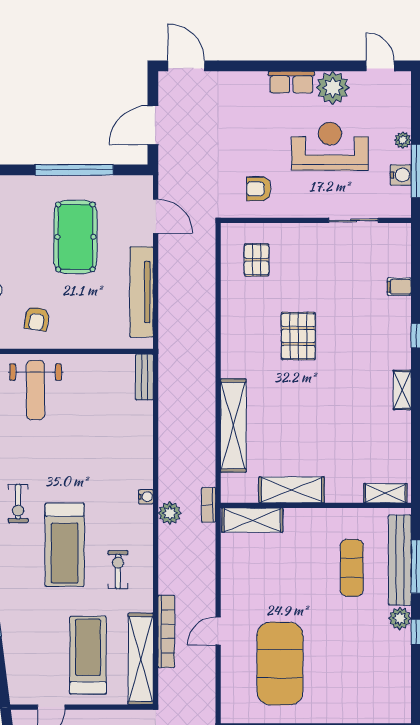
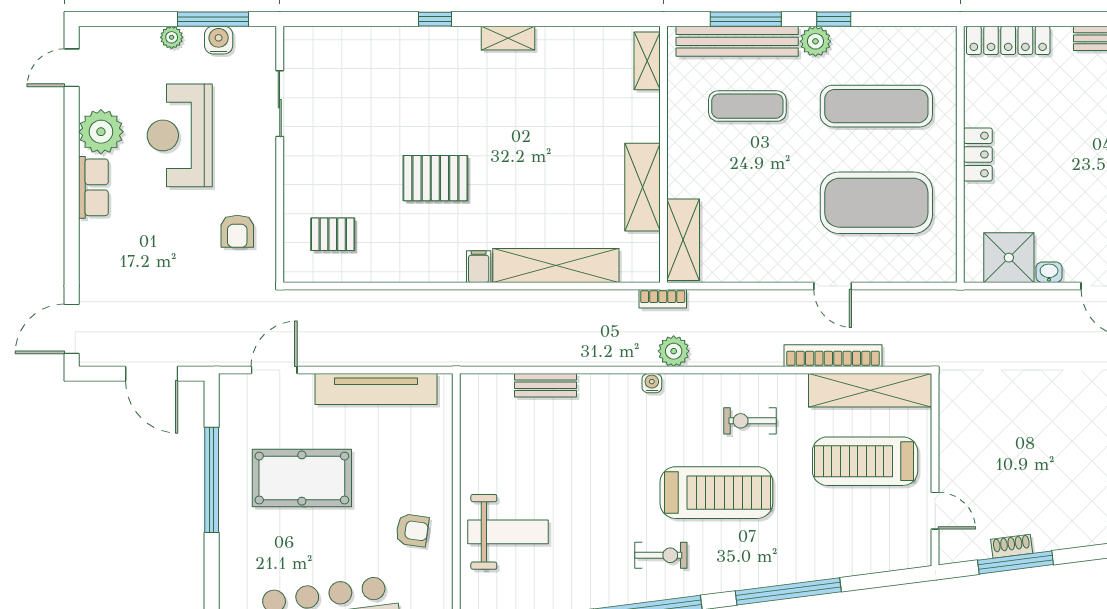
filing cabinet: (399, 287) -> (479, 267), moved, turned 180
bench: (144, 377) -> (546, 385), moved
exercise mat: (352, 664) -> (876, 106), added

